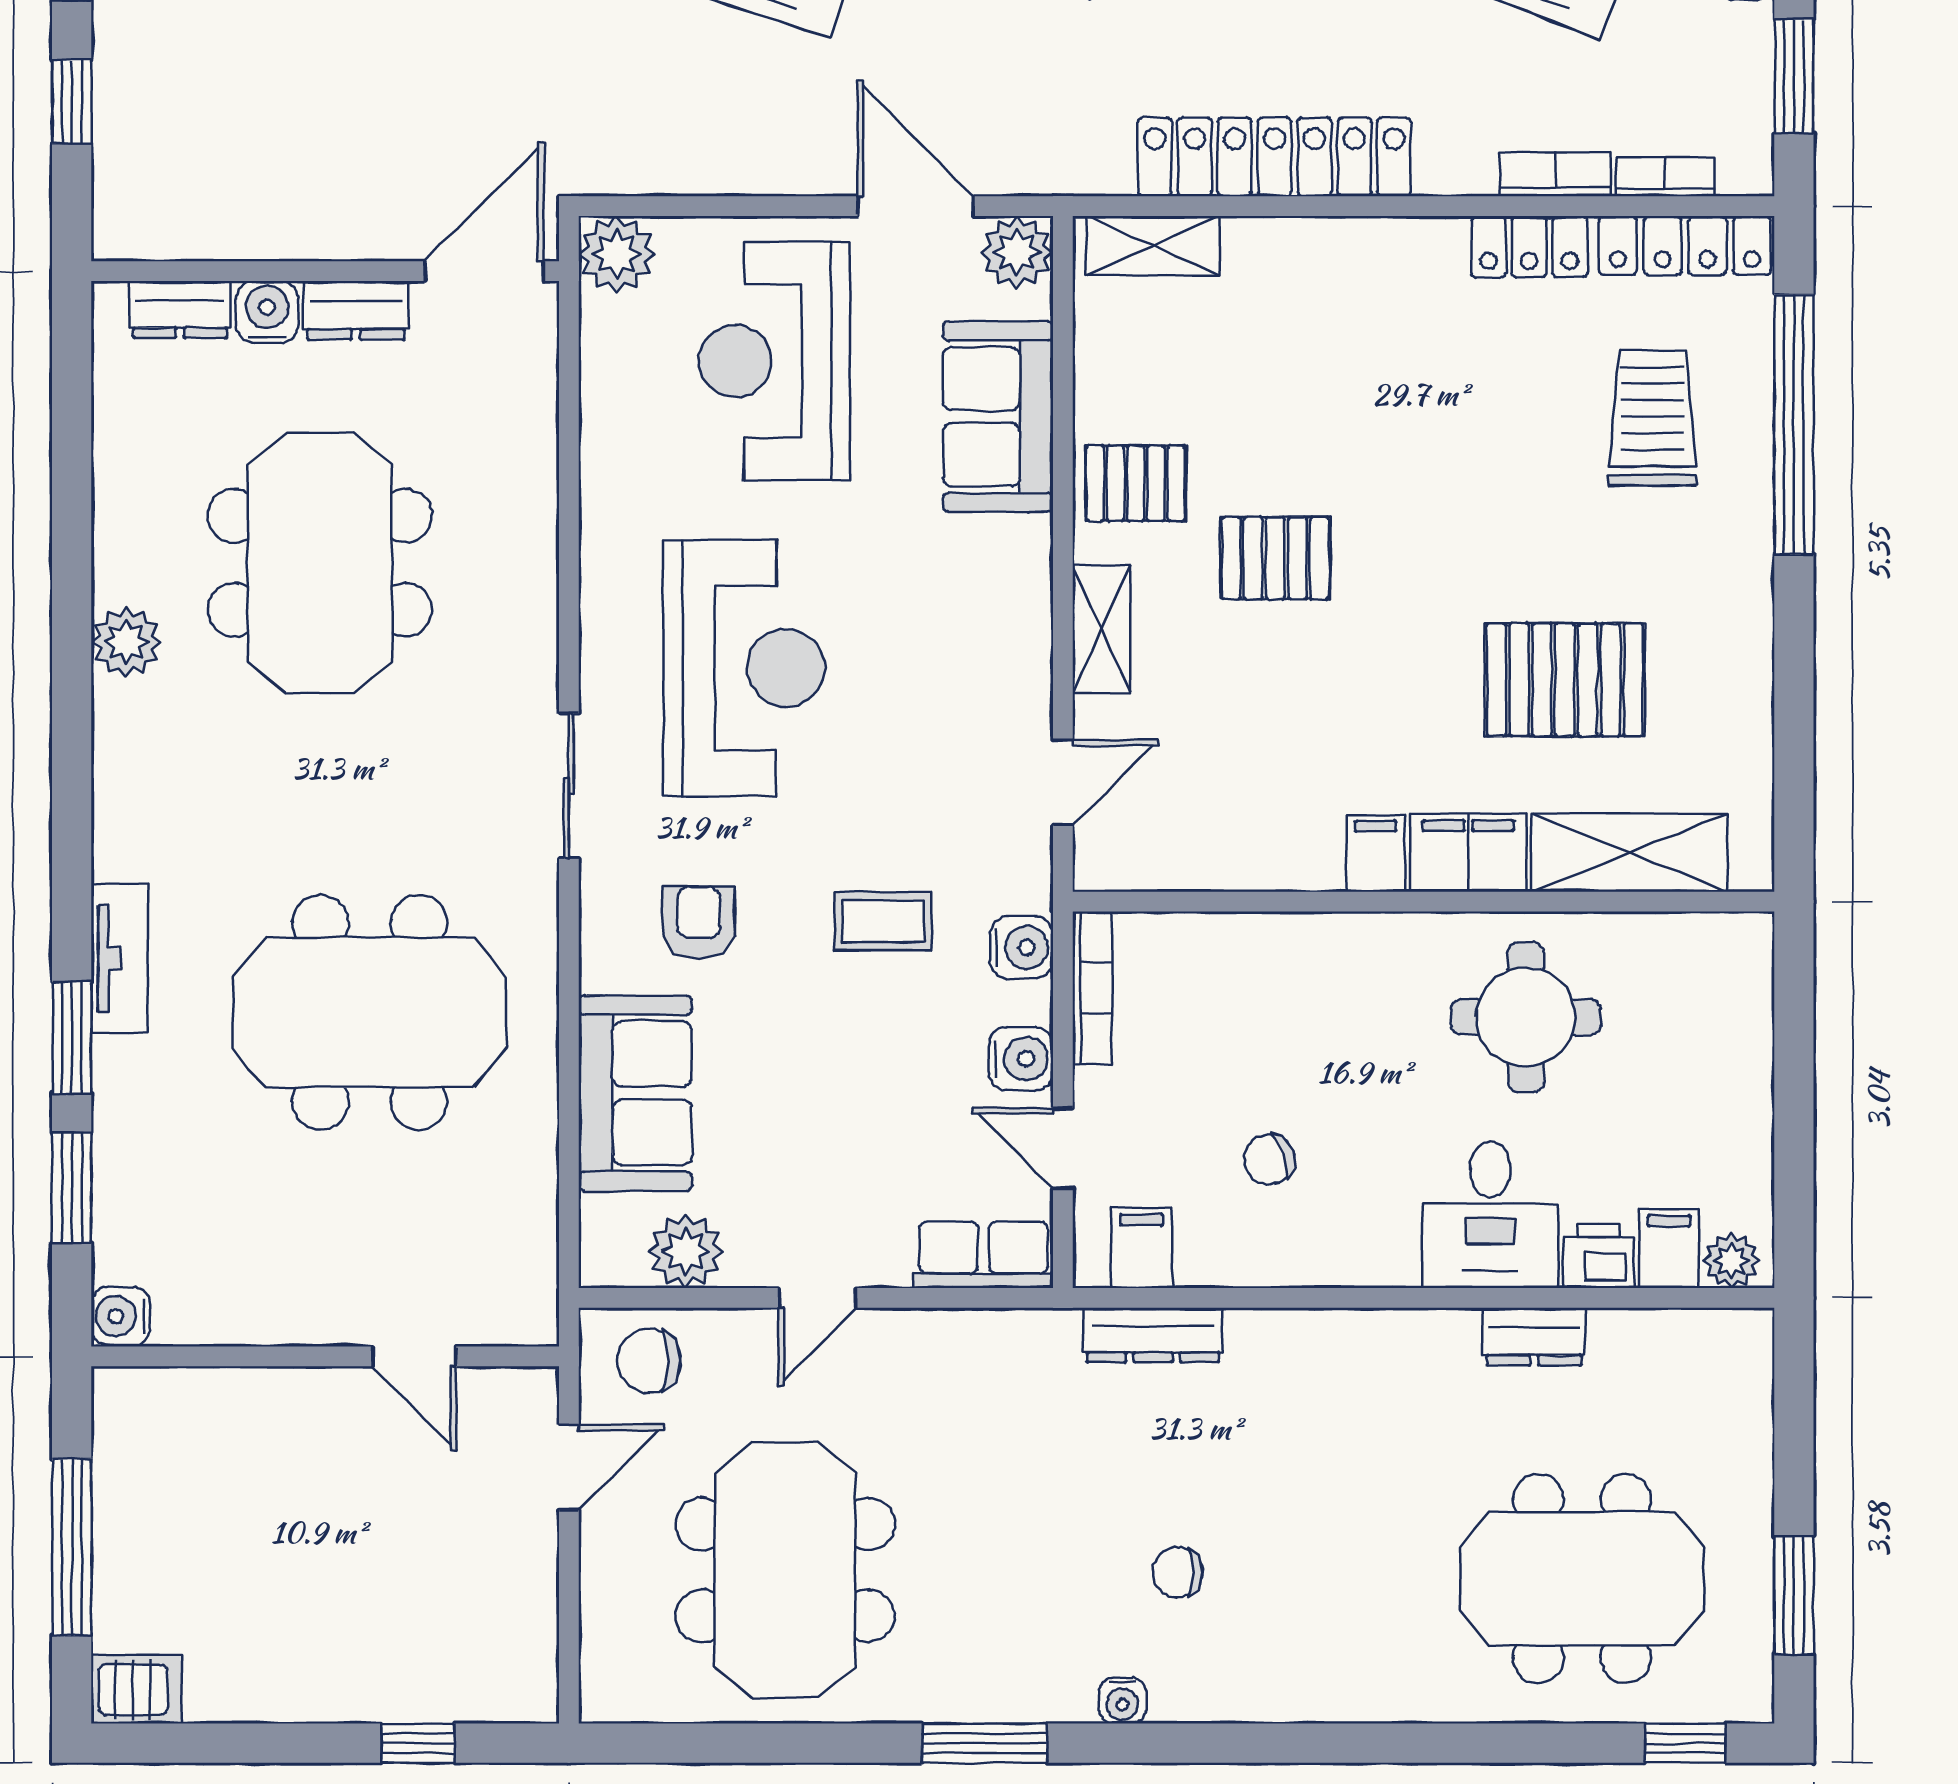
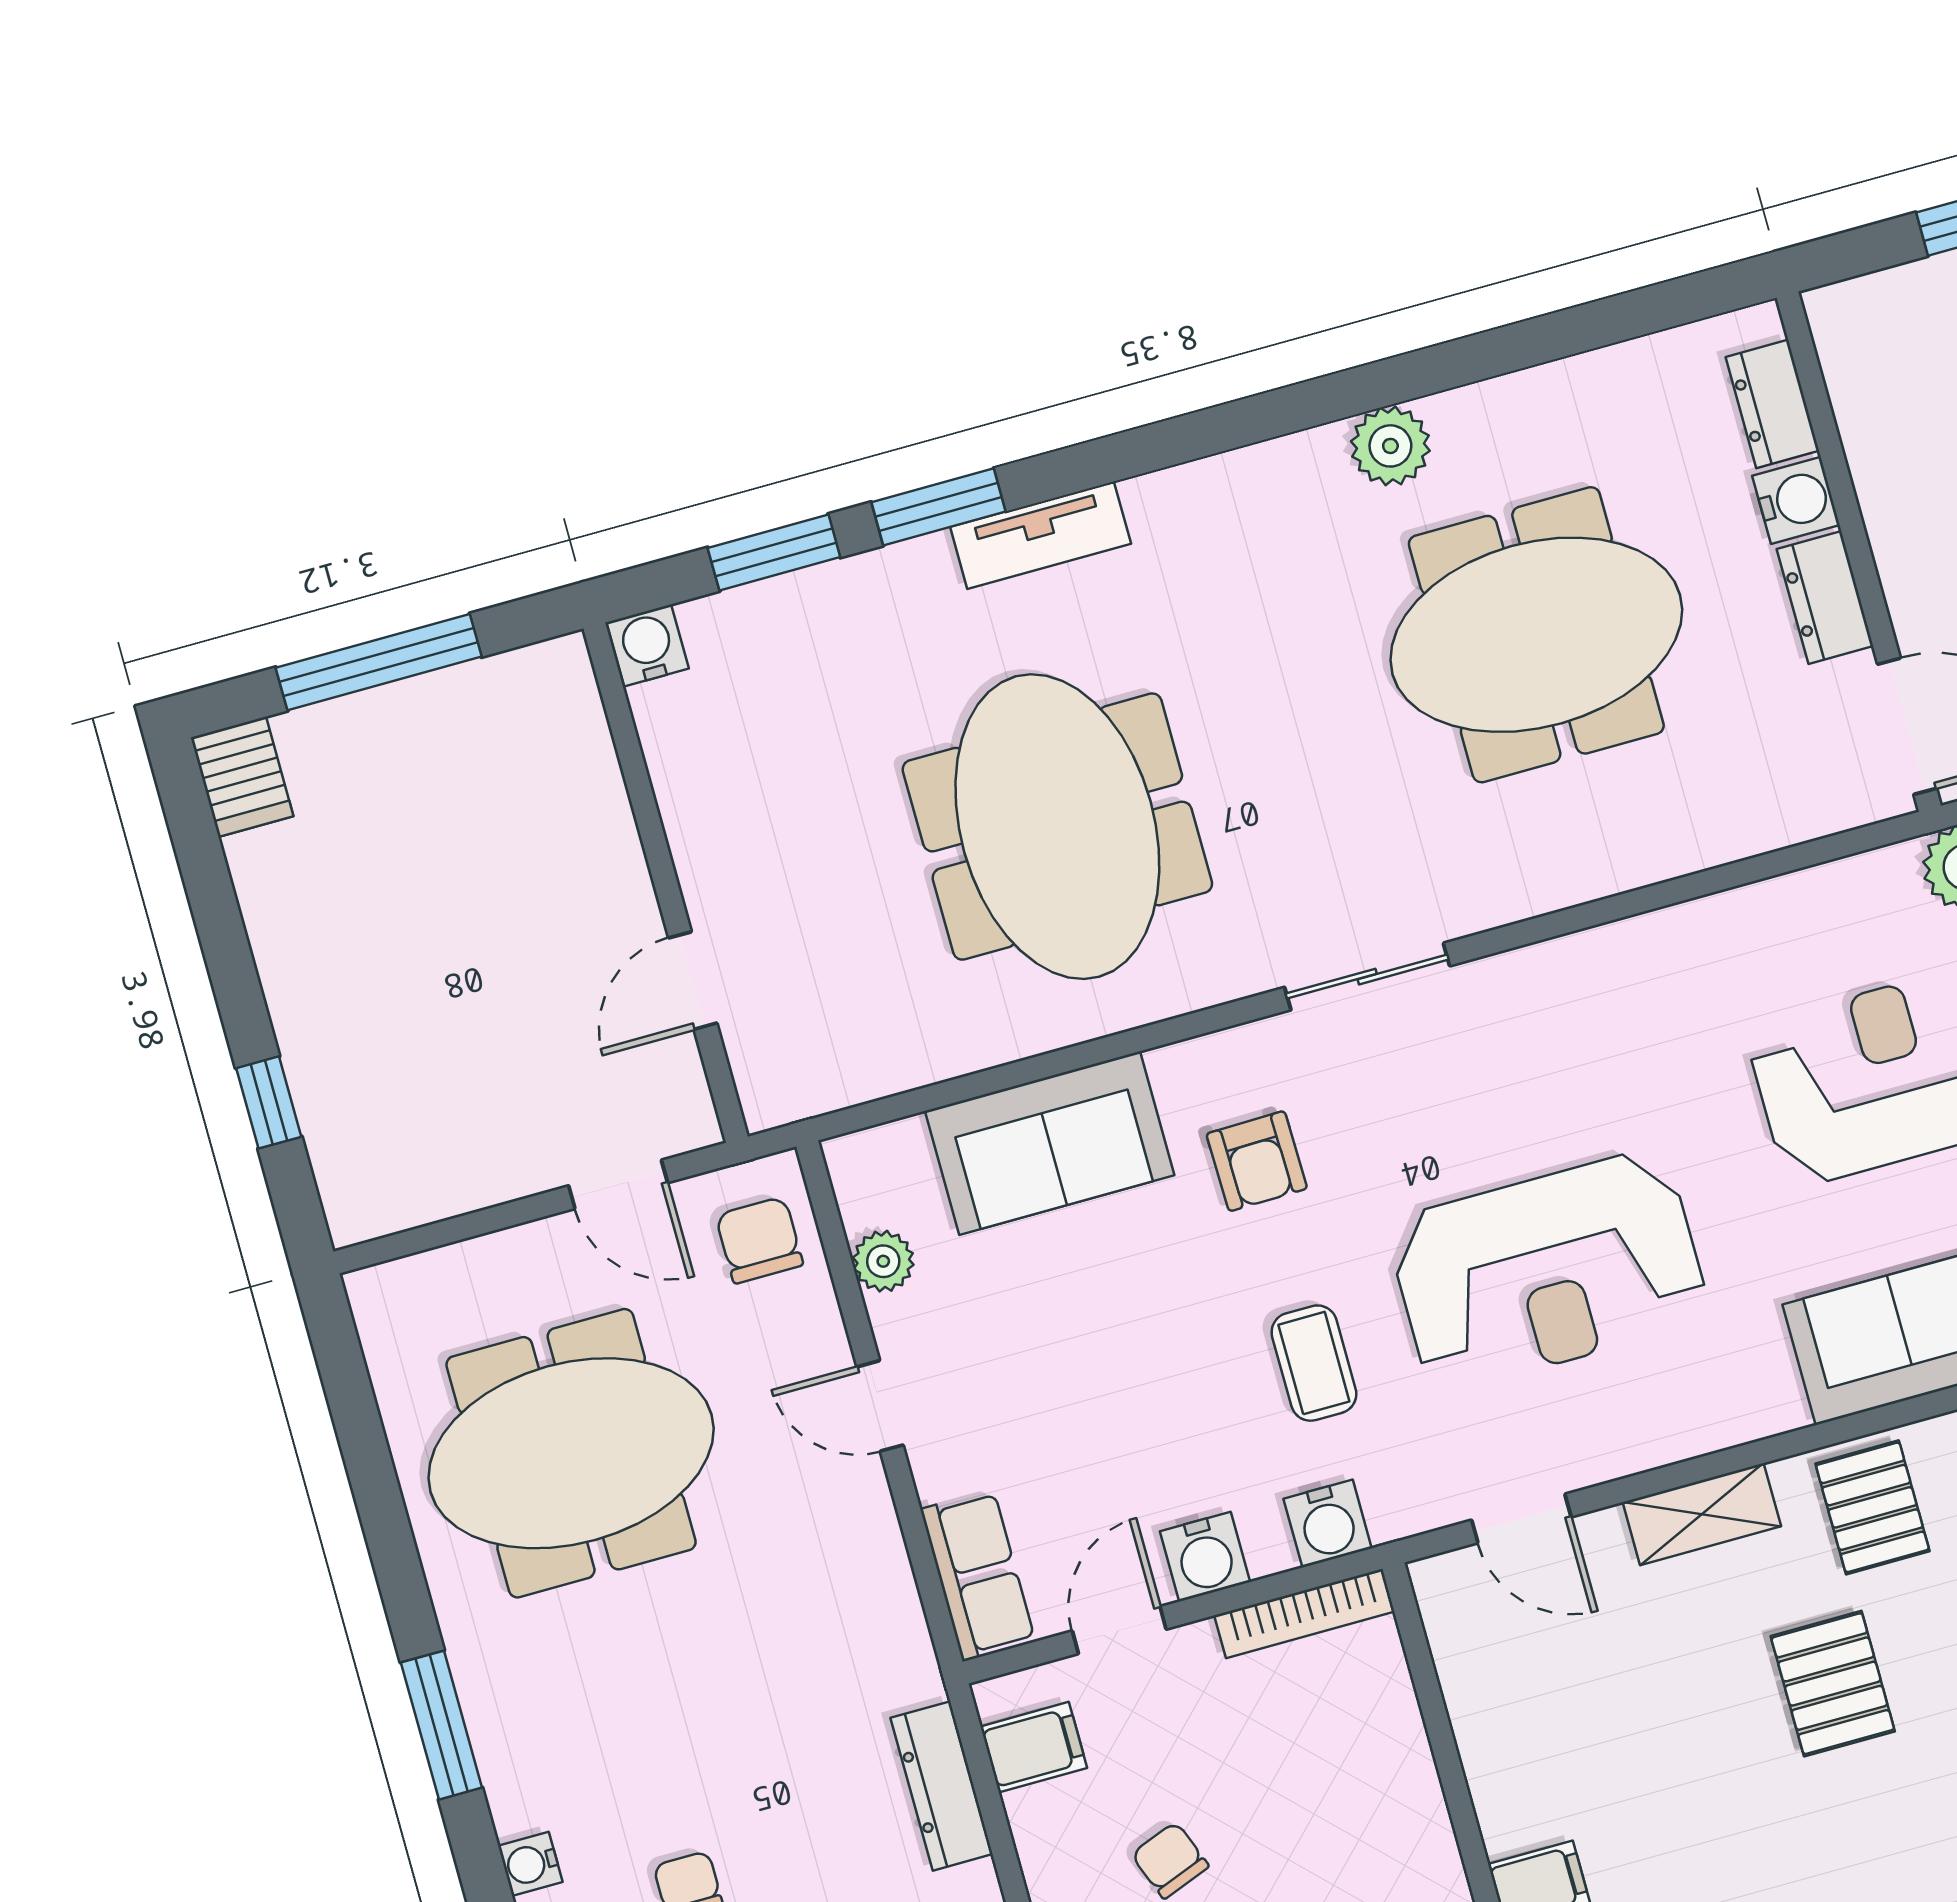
reception desk: (744, 668) -> (1548, 1271), moved
armchair: (699, 922) -> (1257, 1161), turned 89
plant: (686, 1251) -> (883, 1261), width x0.73, depth x0.73

